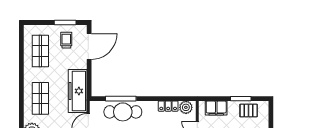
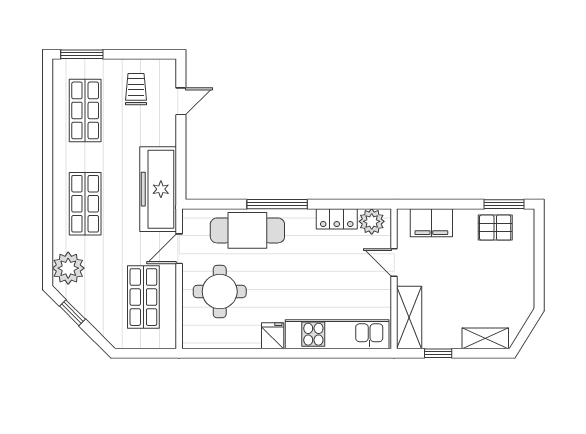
window: (65, 22) -> (82, 54), moved
door: (89, 46) -> (181, 101), width x0.53
window: (121, 99) -> (277, 204), moved
window: (241, 99) -> (504, 204), moved

